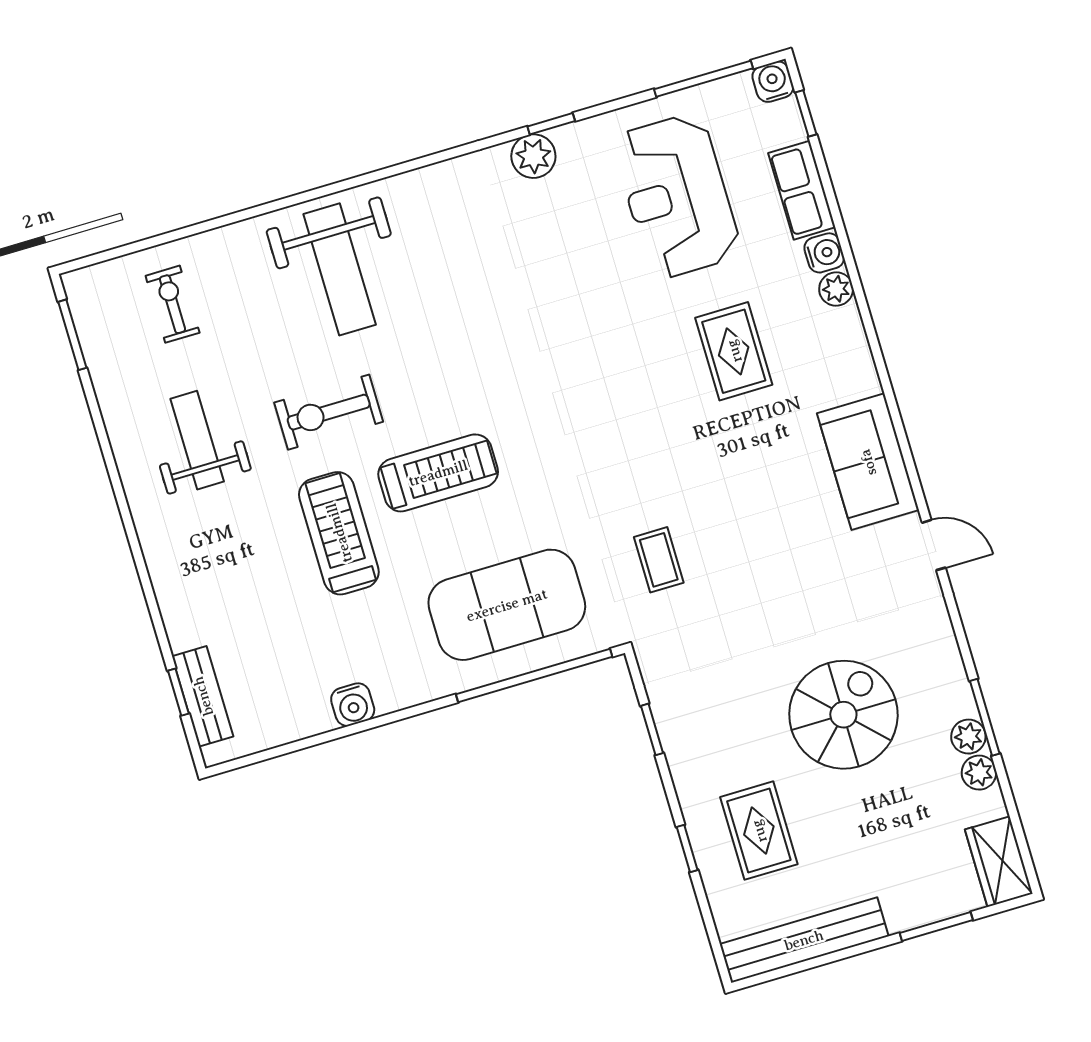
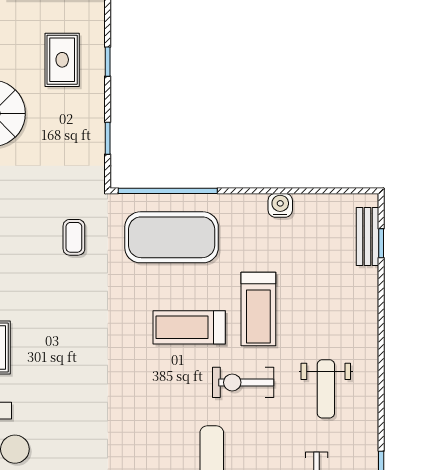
exercise bike: (329, 412) -> (243, 382), turned 180

